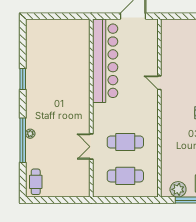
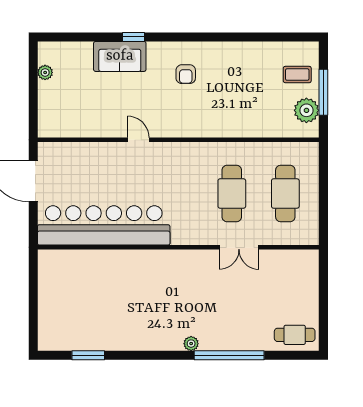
window: (23, 79) -> (88, 355), moved
door: (159, 83) -> (138, 140), swing flipped
plant: (30, 134) -> (191, 344), moved

